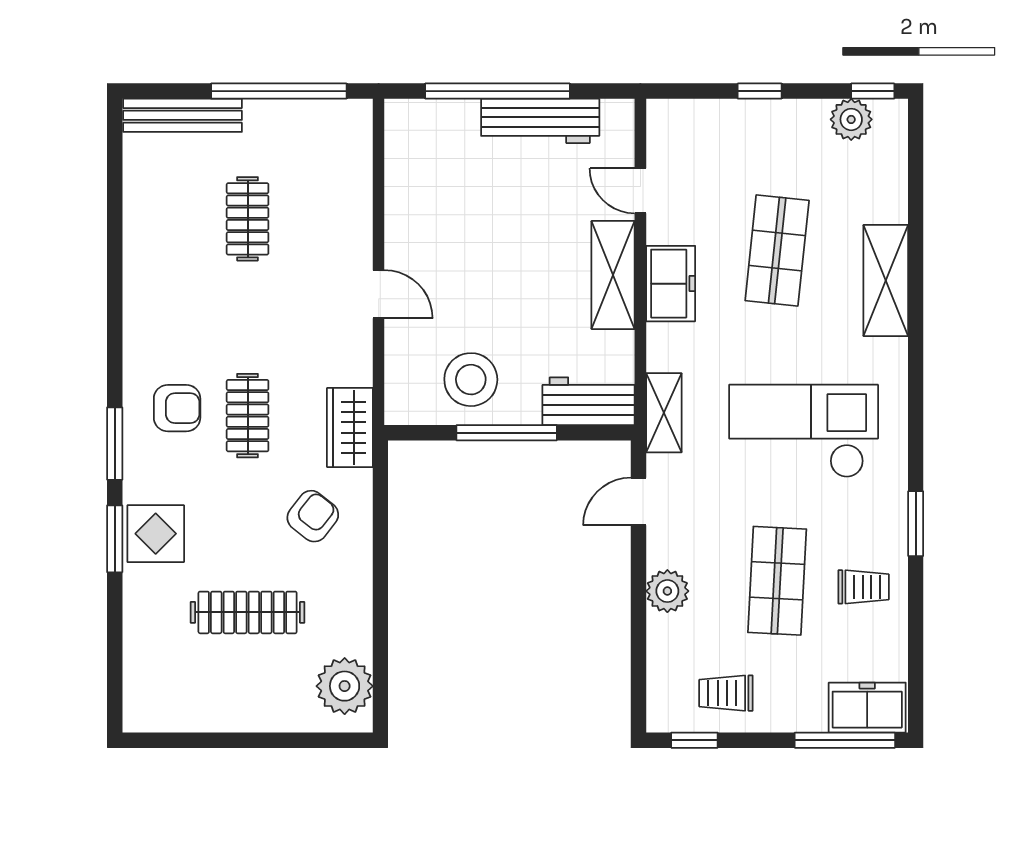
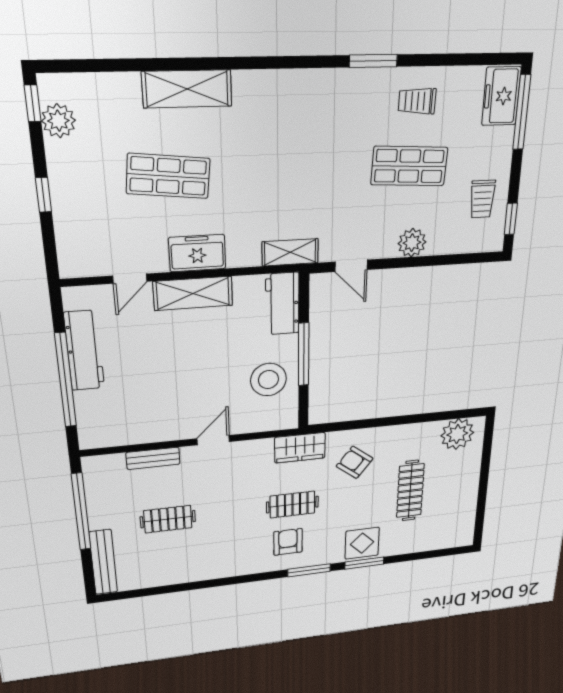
bench: (358, 203) -> (153, 458), added
checkout: (804, 431) -> (303, 151), removed
trolley: (864, 587) -> (417, 101), turned -88

